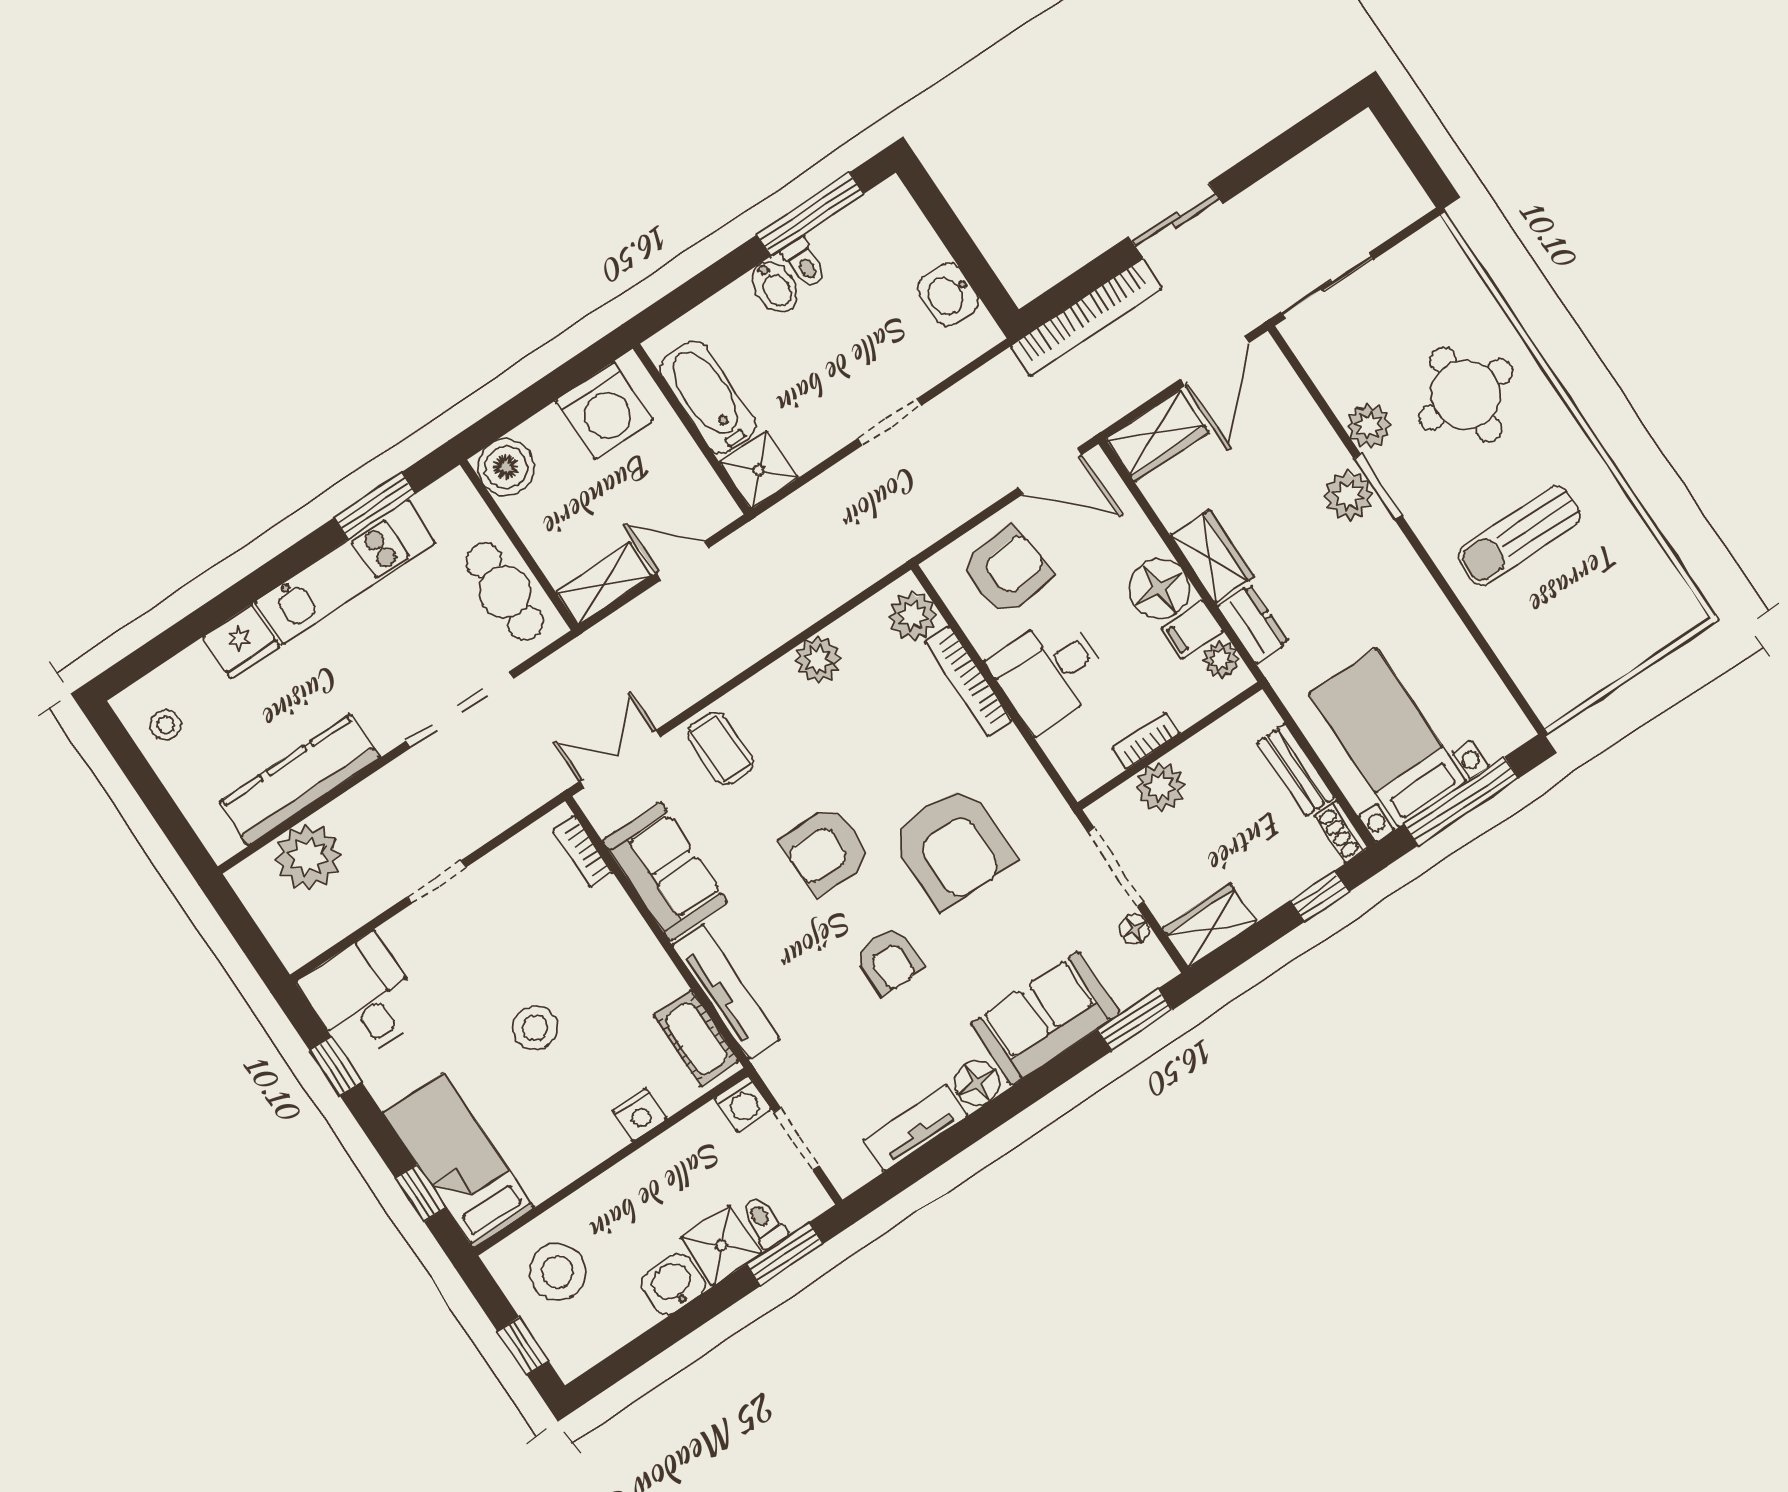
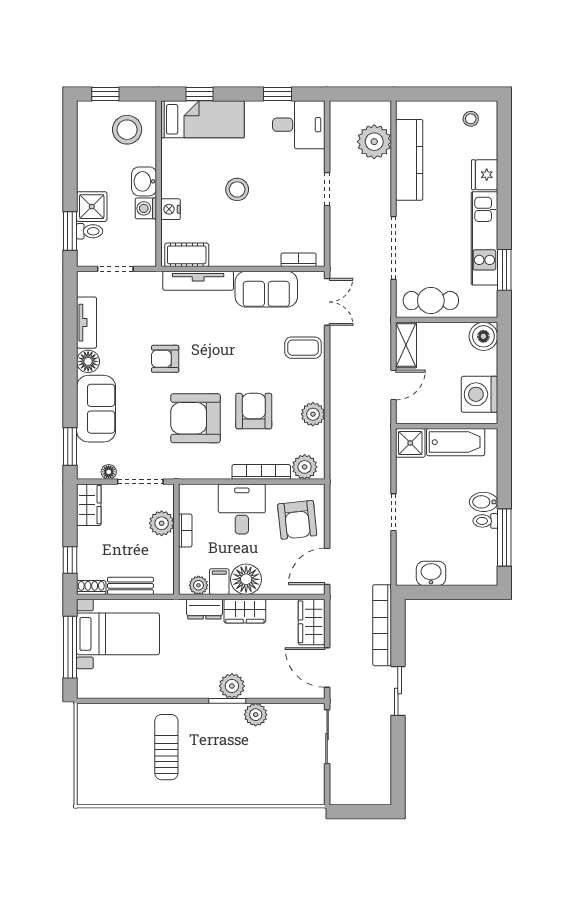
round table: (1466, 395) -> (241, 765), removed
armchair: (826, 850) -> (254, 411), moved
washing machine: (743, 1104) -> (146, 208), moved
washbasin: (673, 1284) -> (144, 181), moved, turned 180

